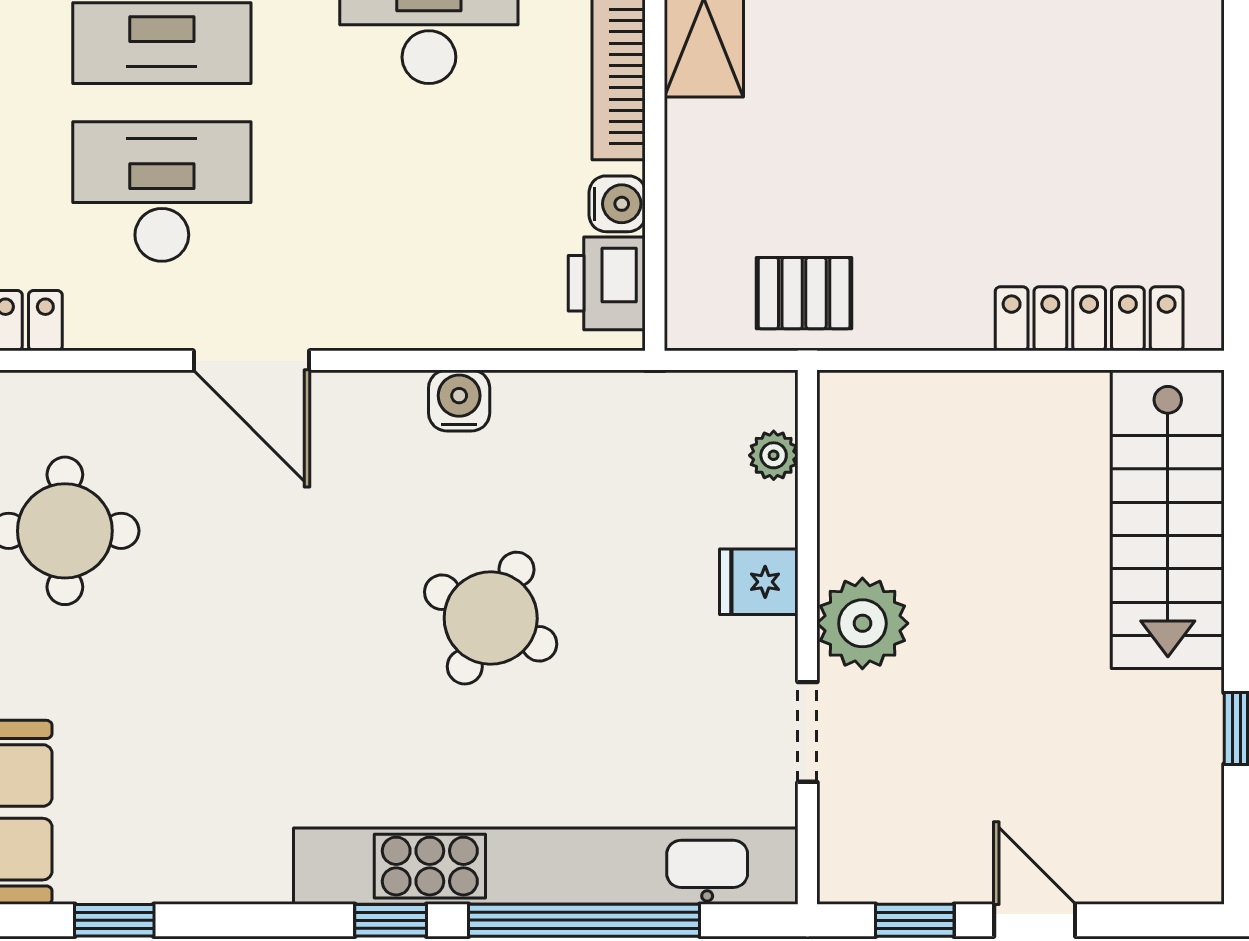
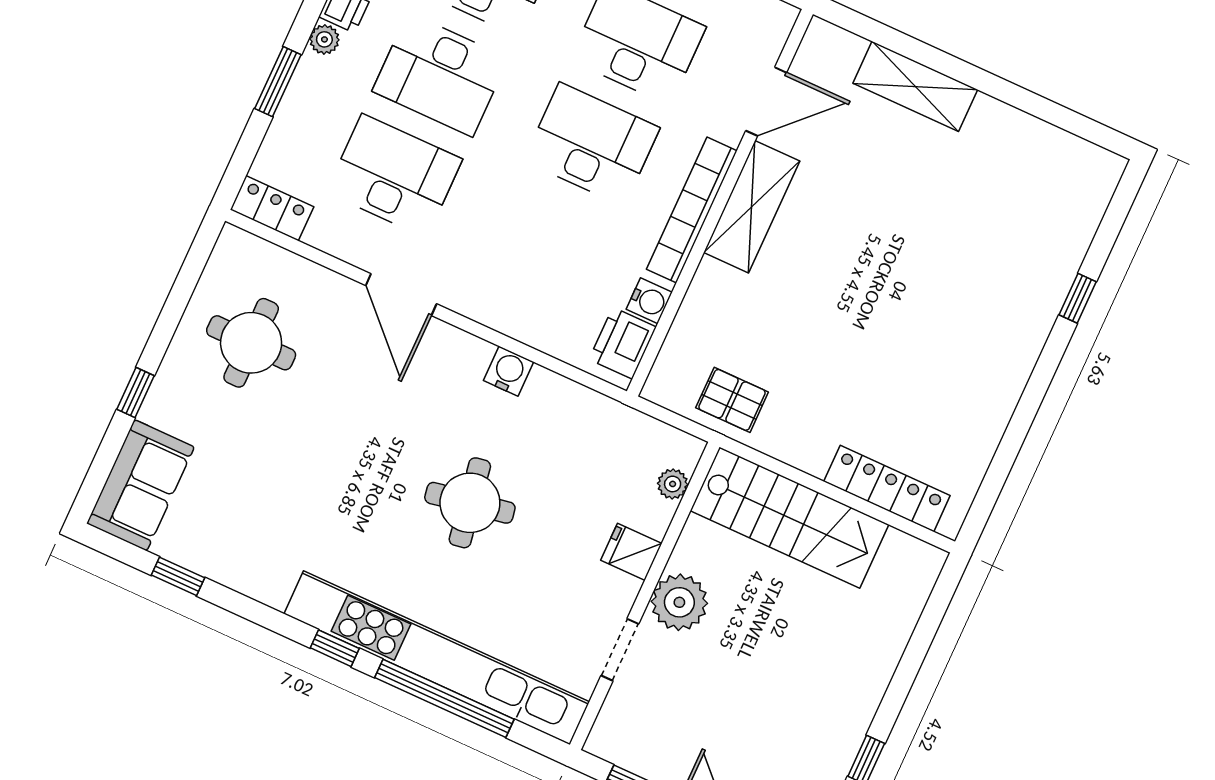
stairs: (1168, 519) -> (789, 518), moved, turned -90
round table: (491, 618) -> (470, 503), turned -38

